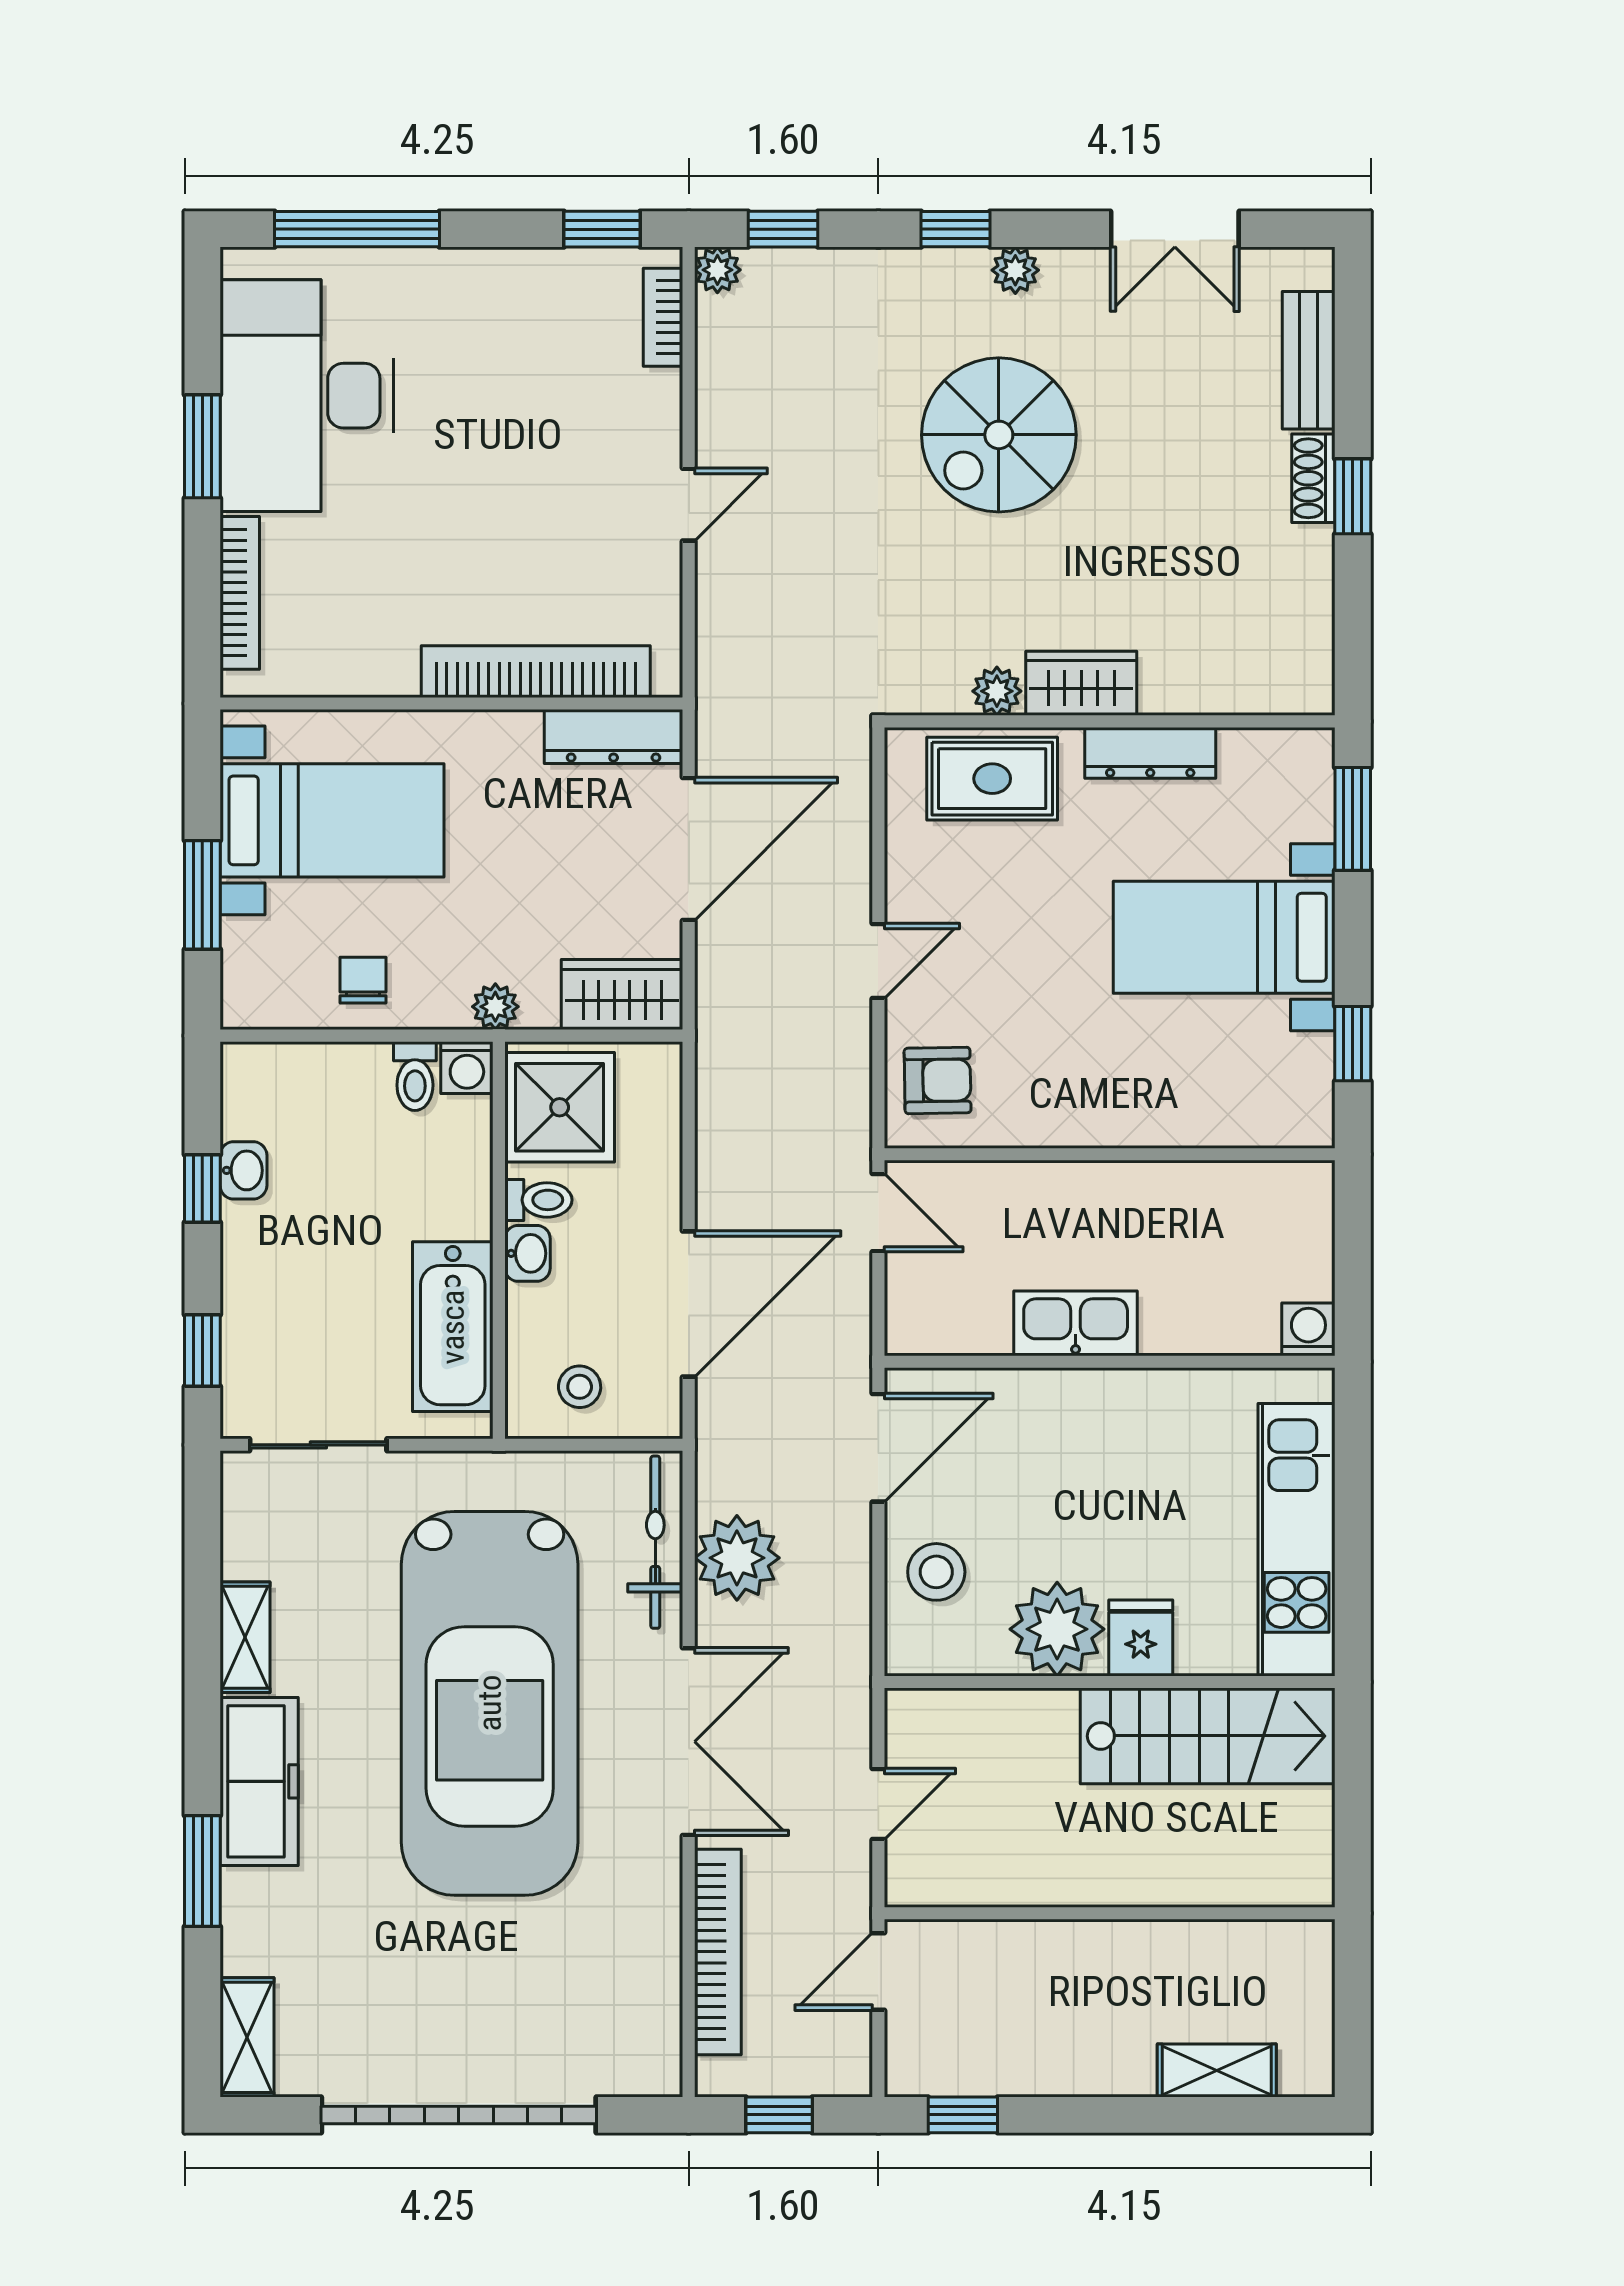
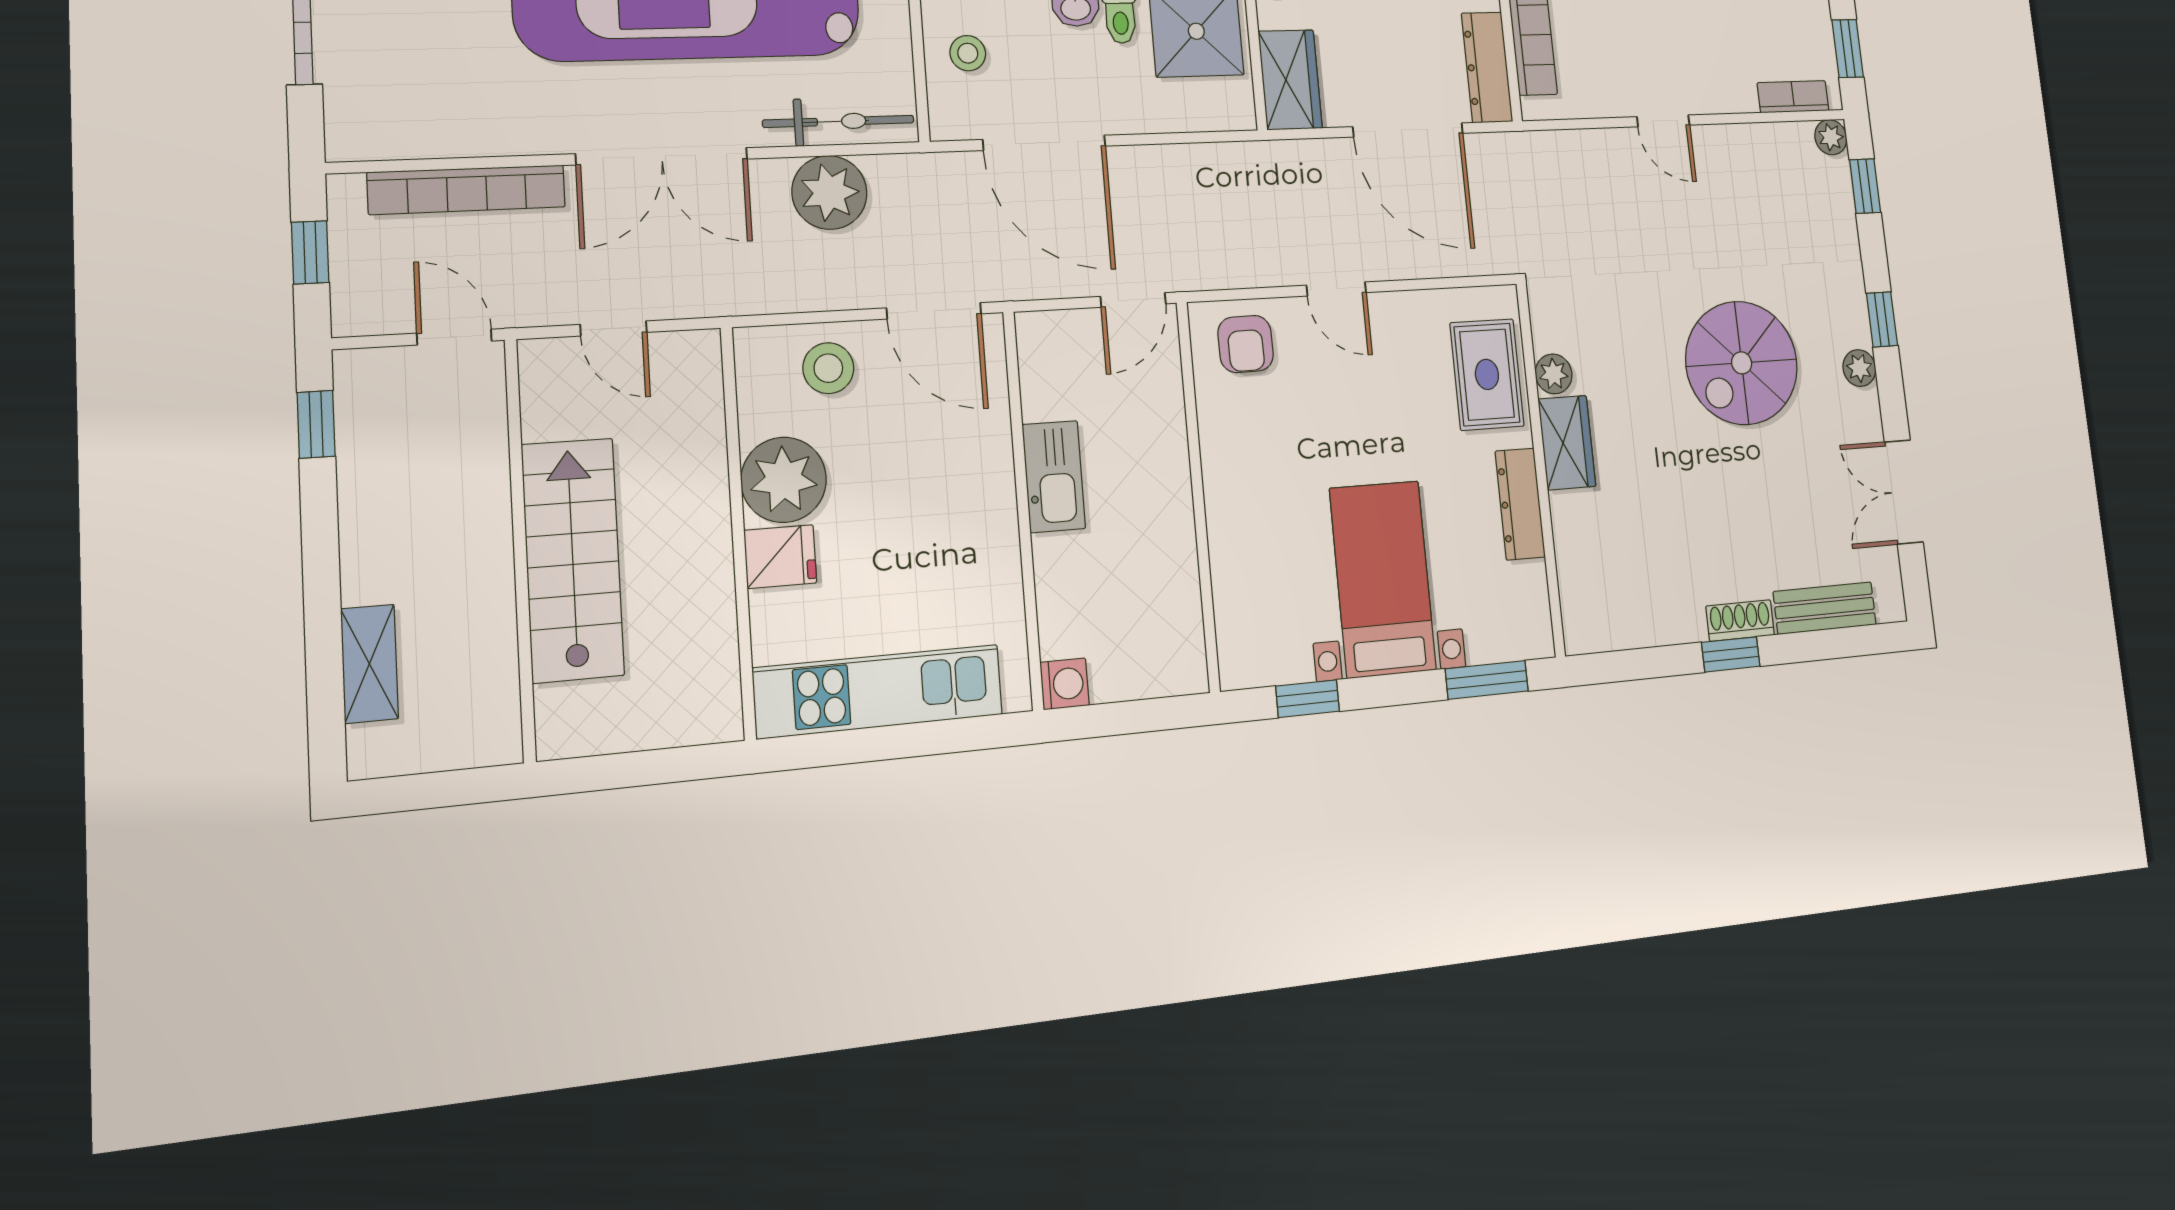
spiral stairs: (999, 435) -> (1742, 363), turned -90
stairs: (1208, 1736) -> (573, 560), moved, turned 180

